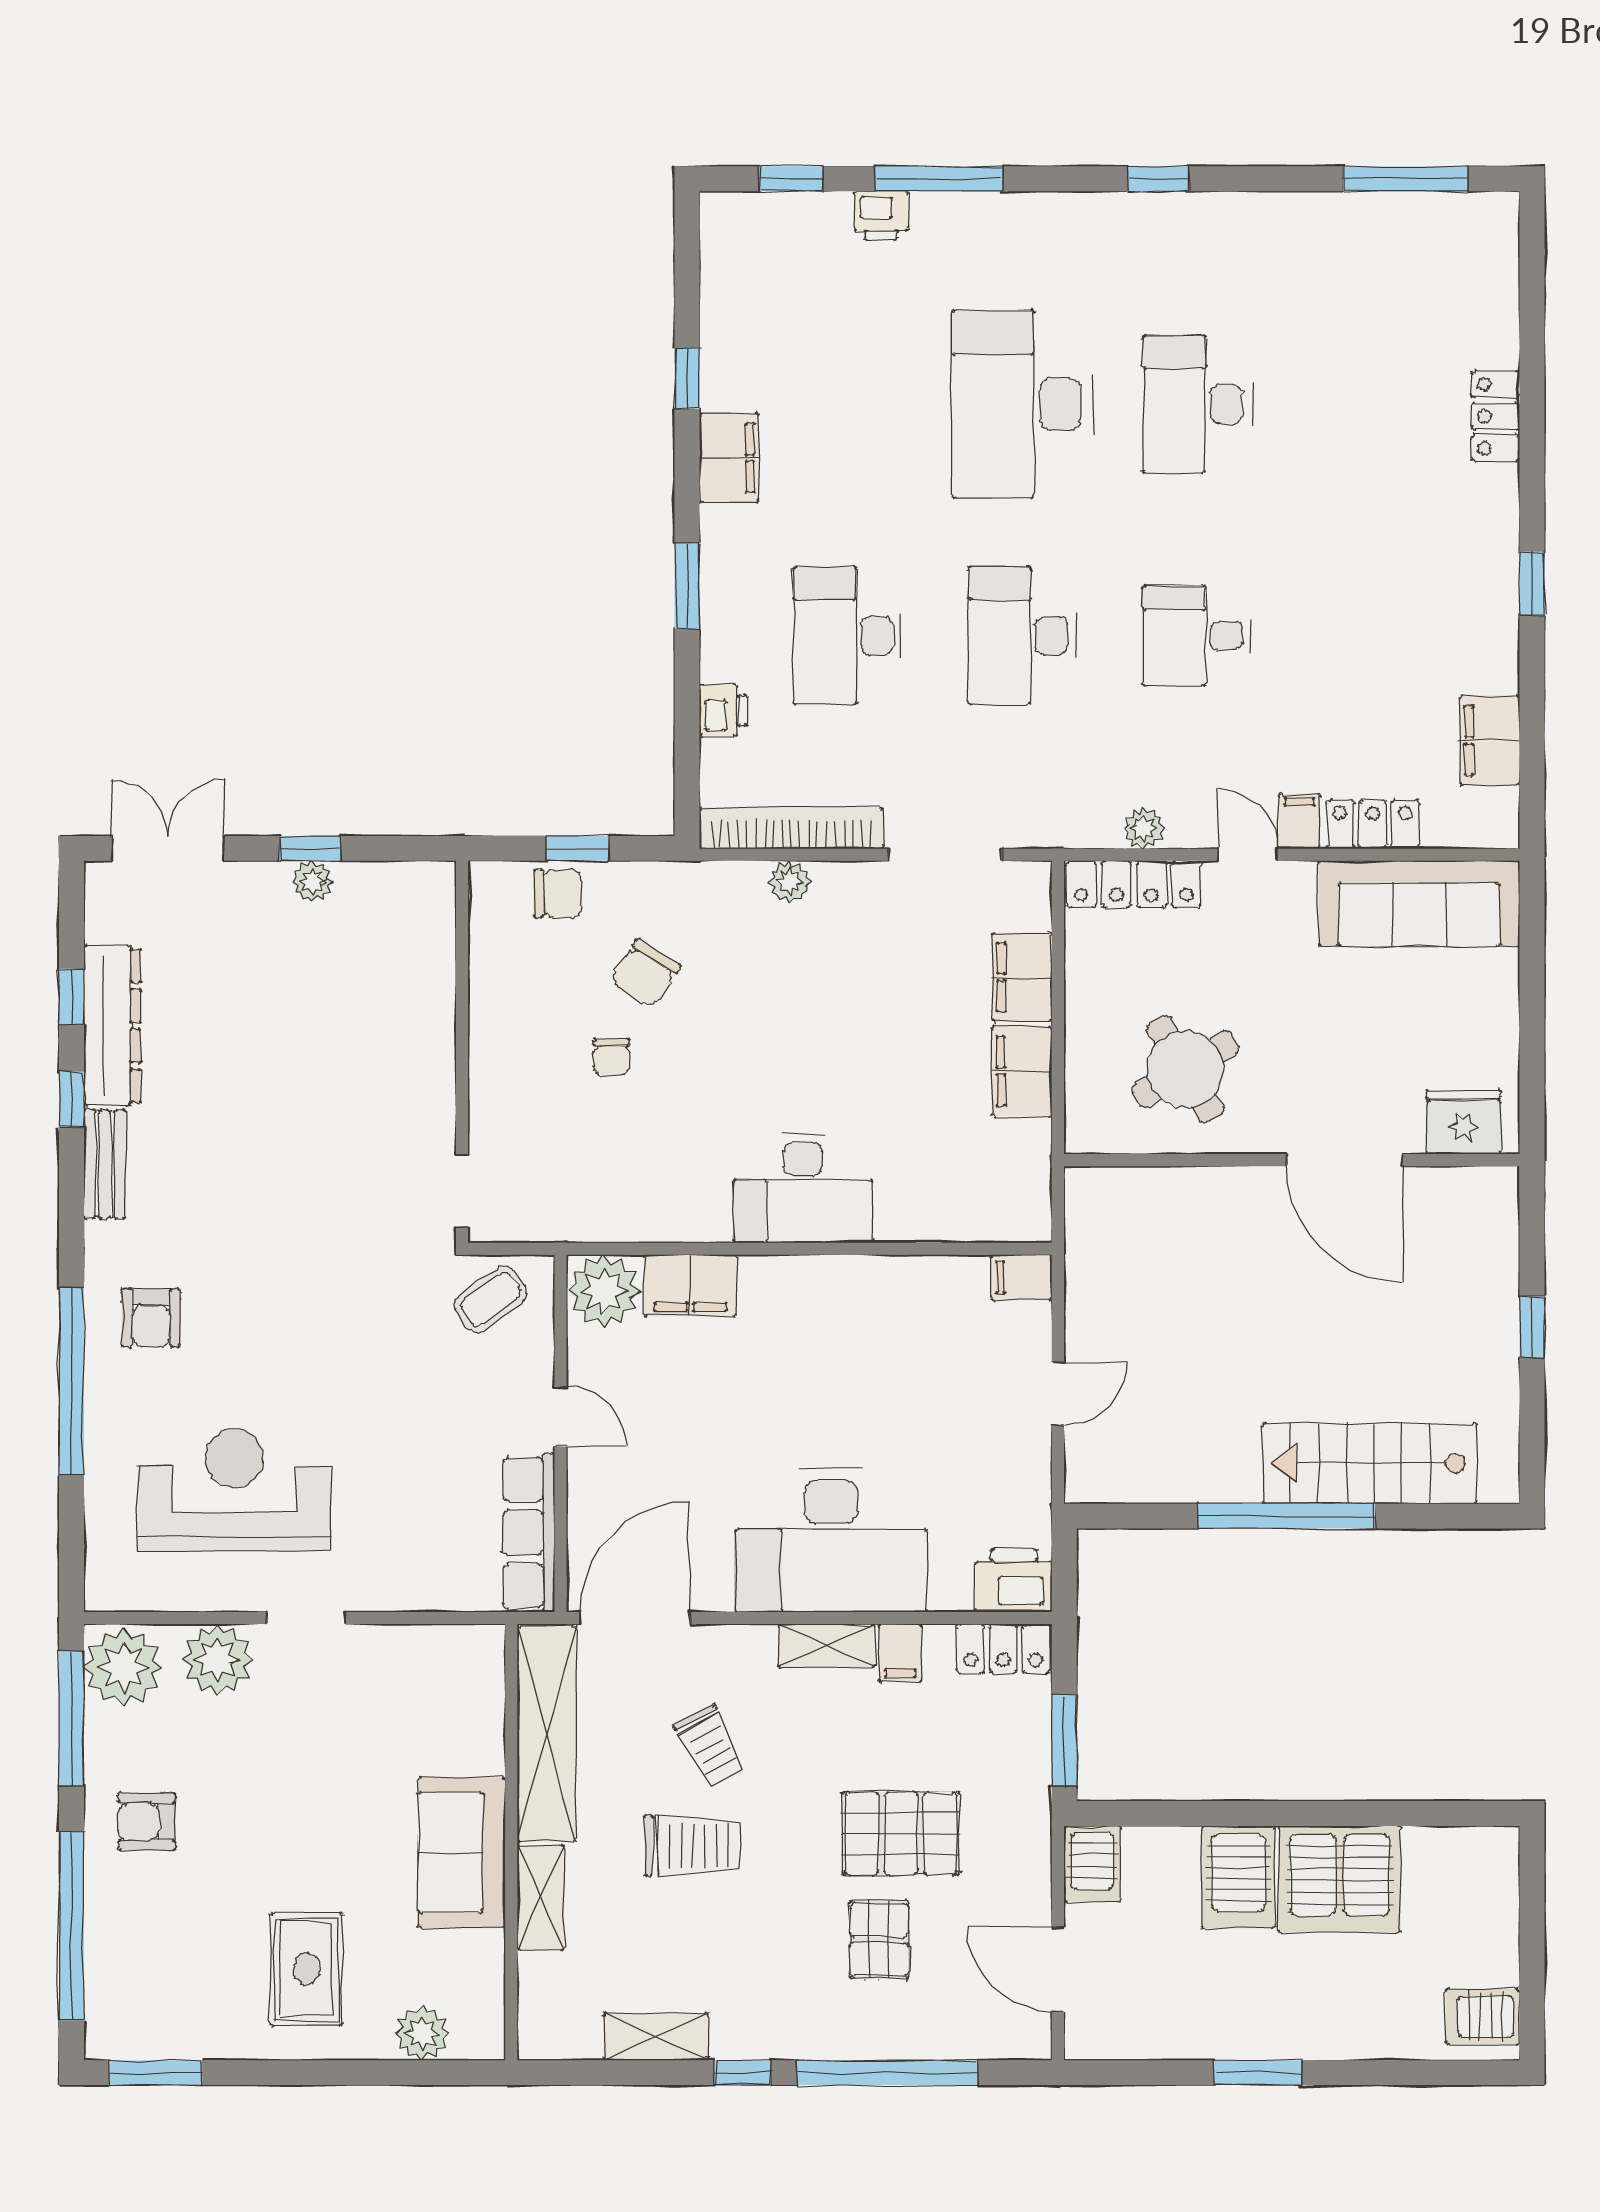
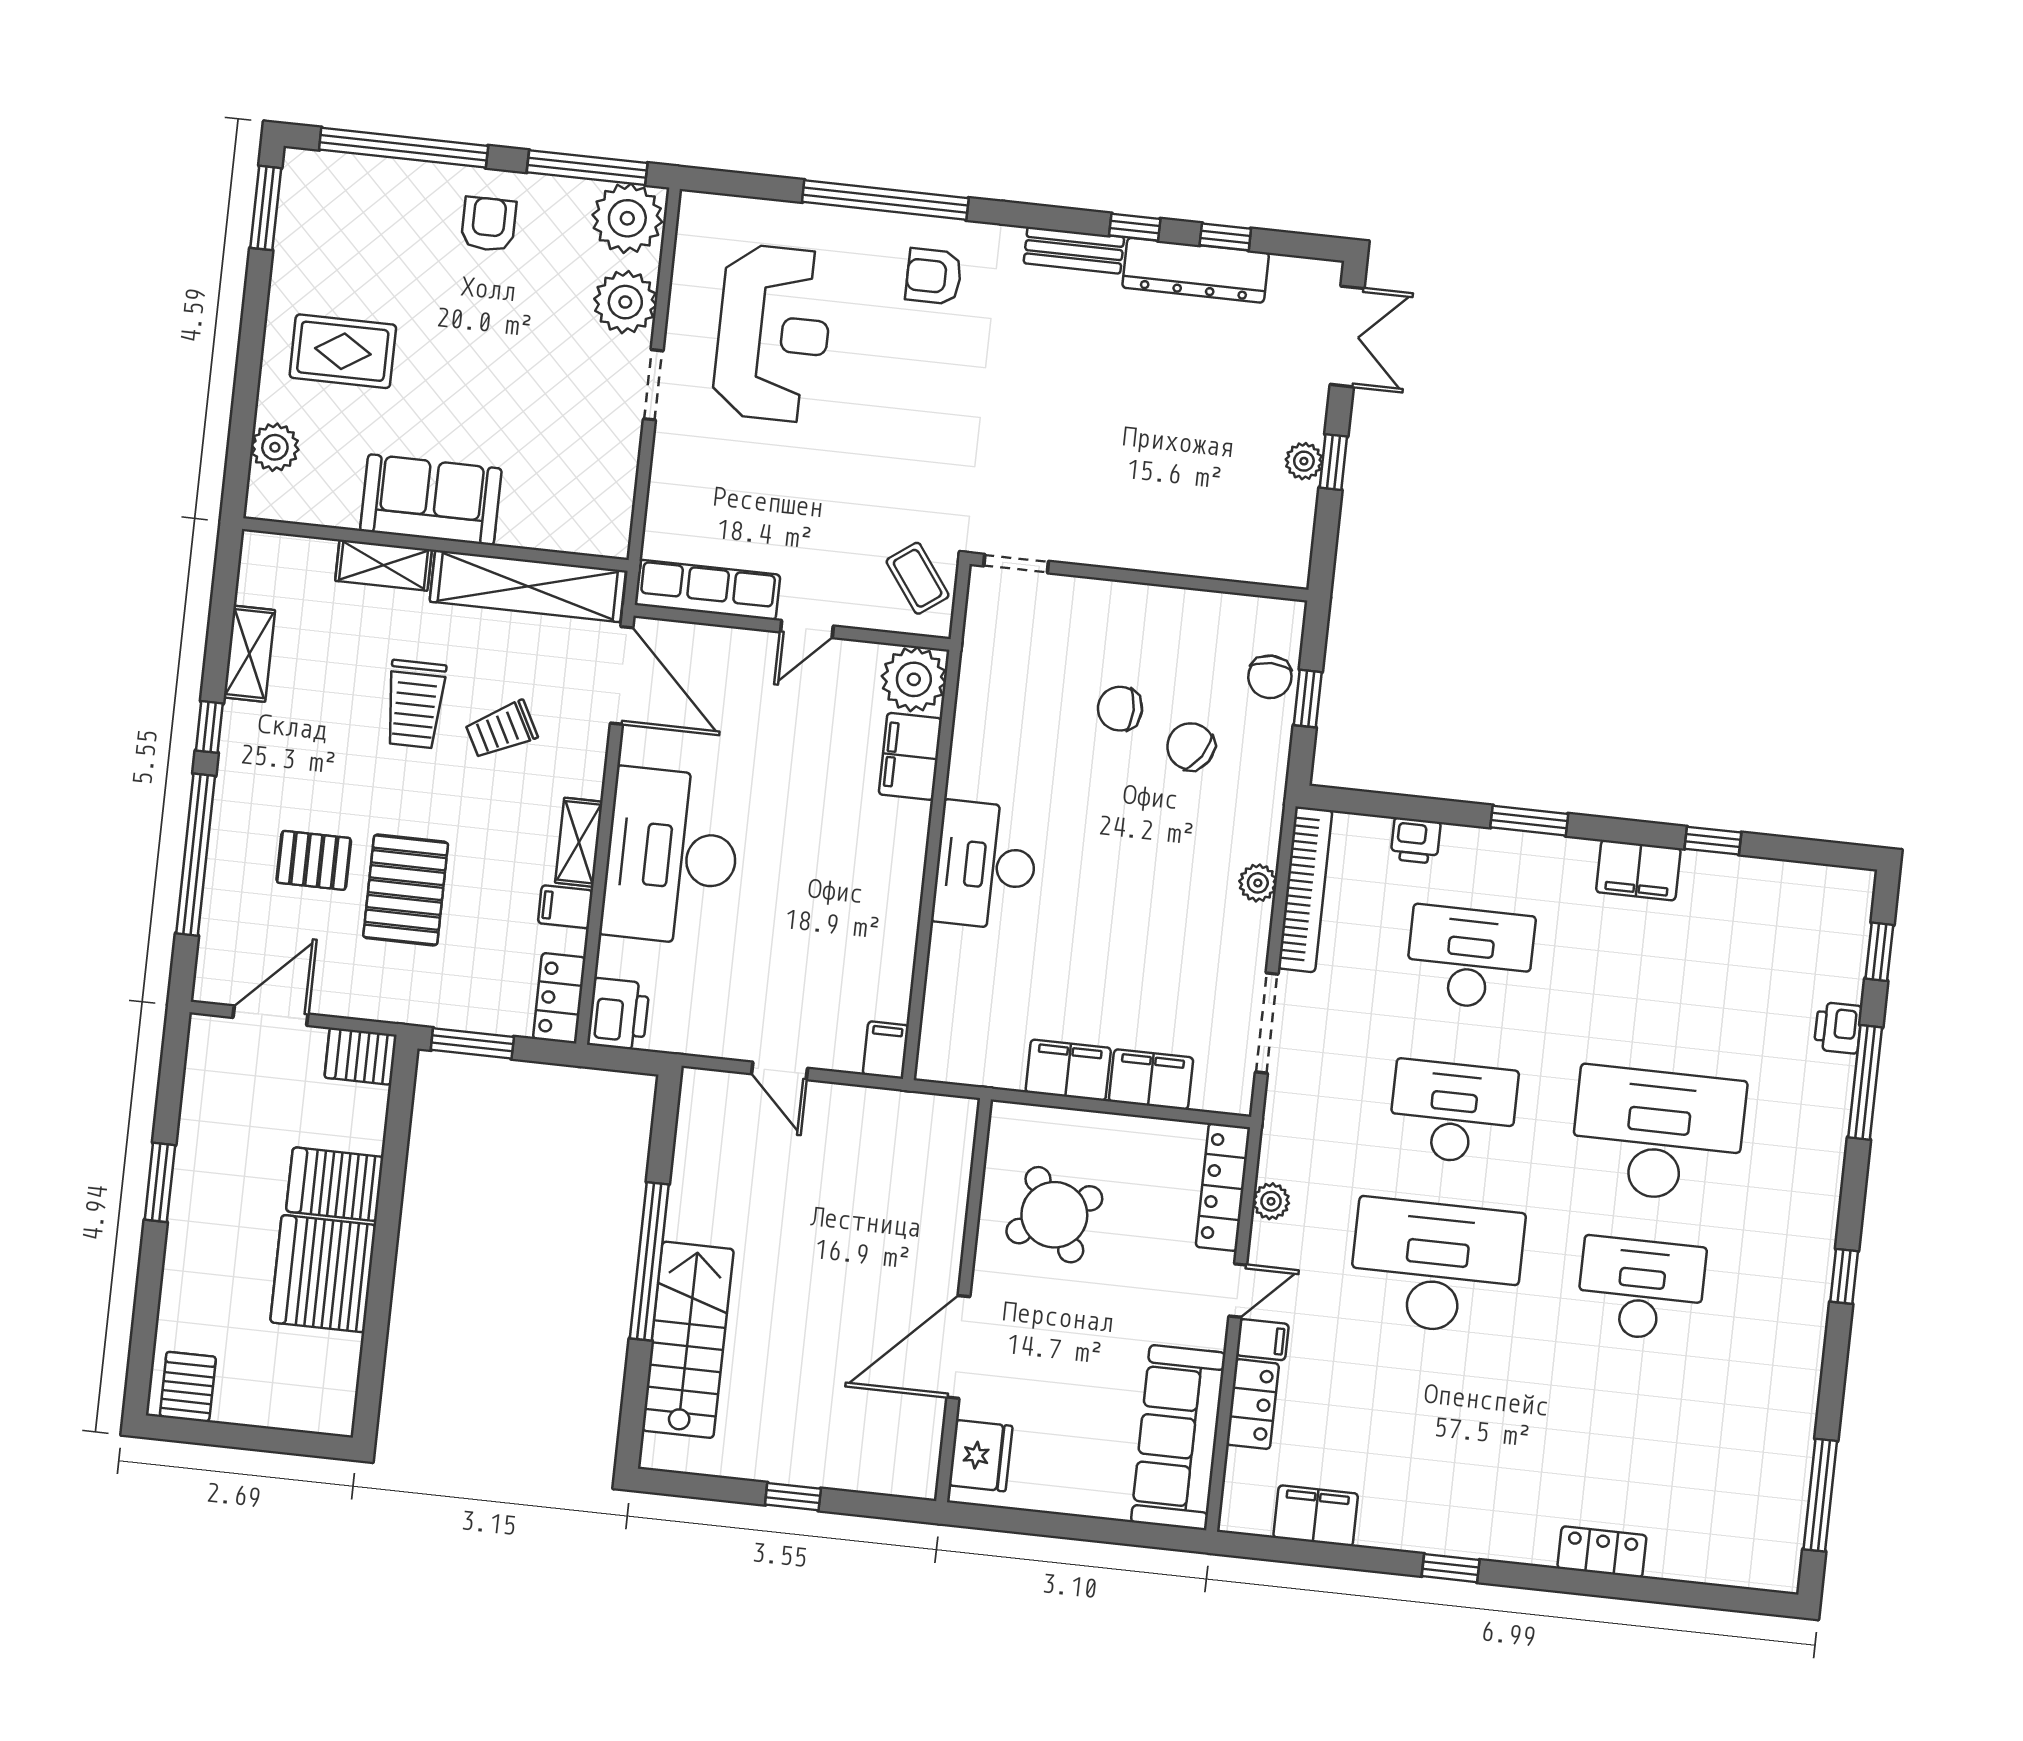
desk: (1197, 636) -> (1436, 1267), width x1.87, depth x1.30
chair: (611, 1057) -> (1120, 709), width x1.37, depth x1.37

